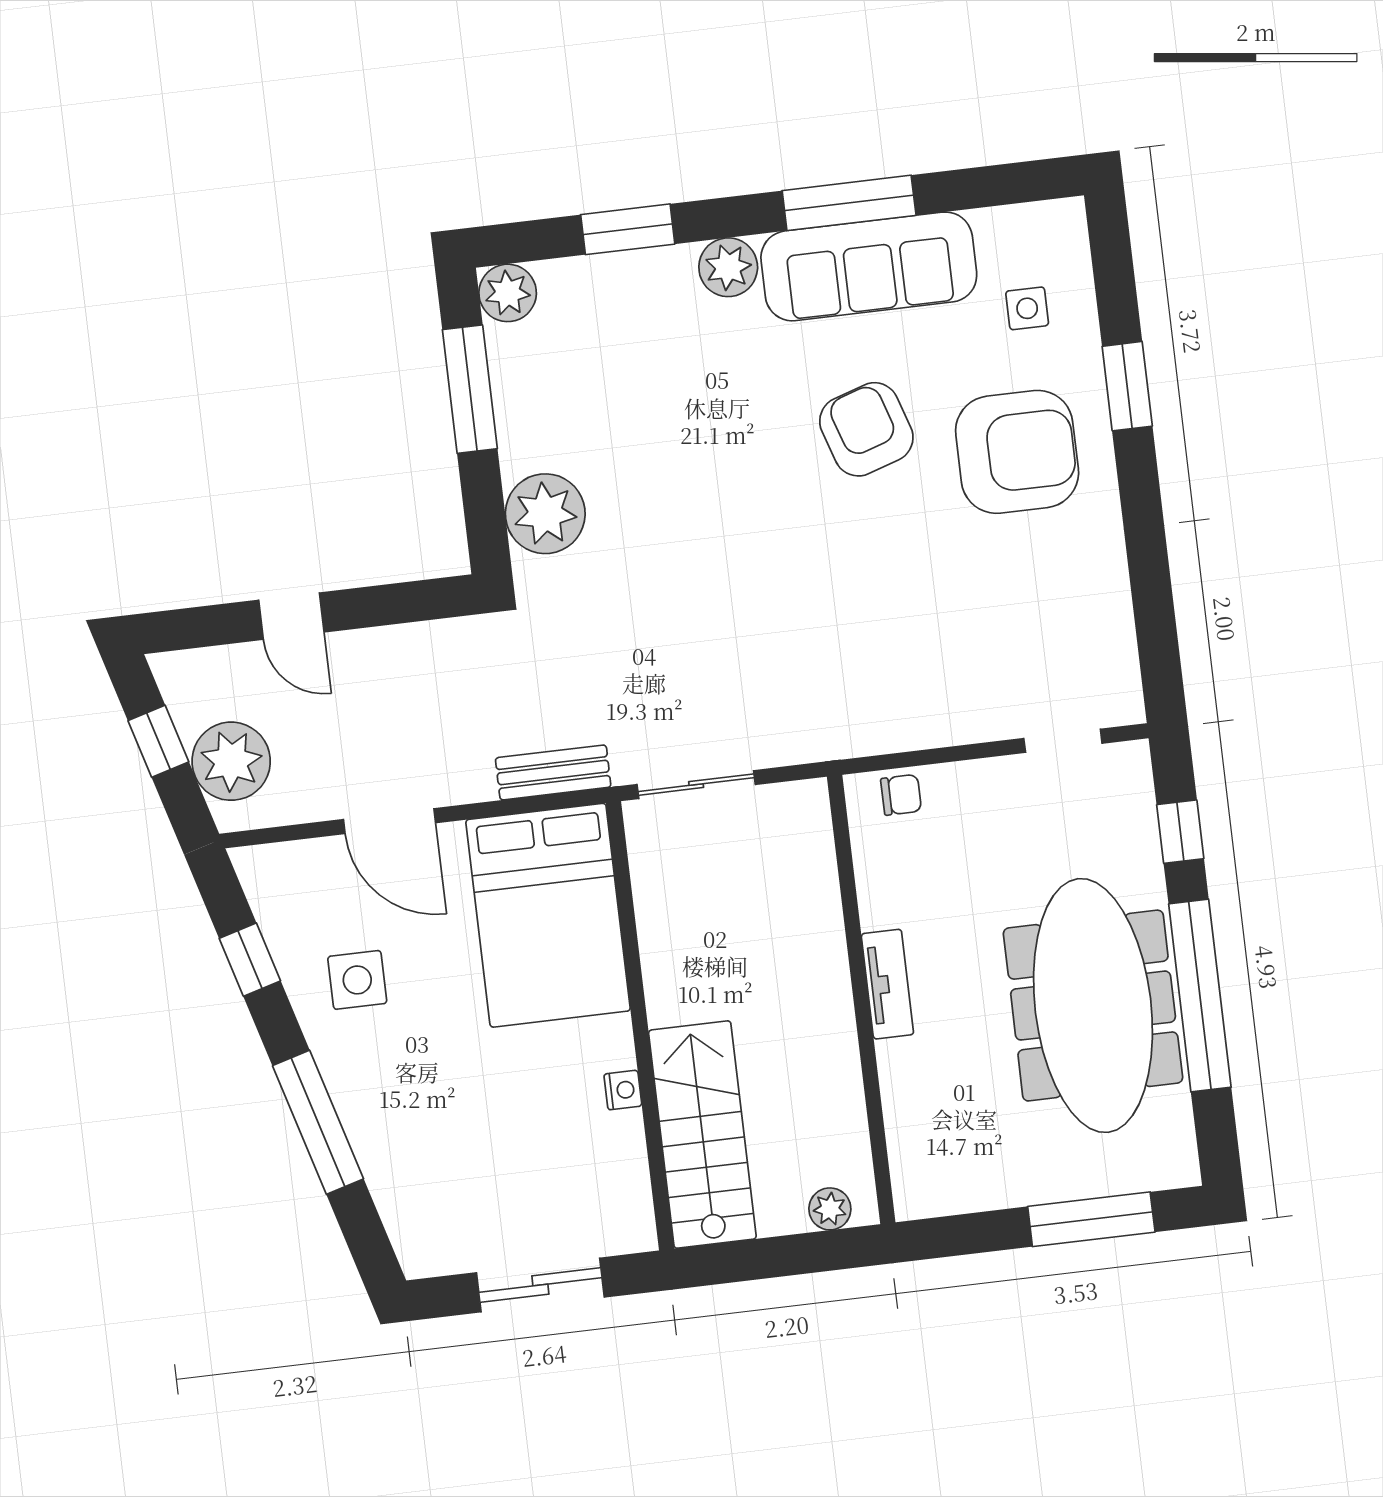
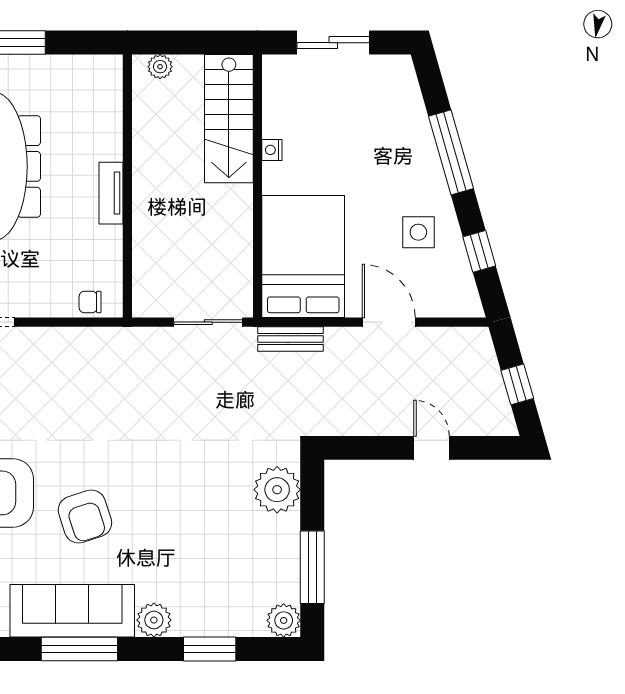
plant: (231, 761) -> (476, 368), removed

